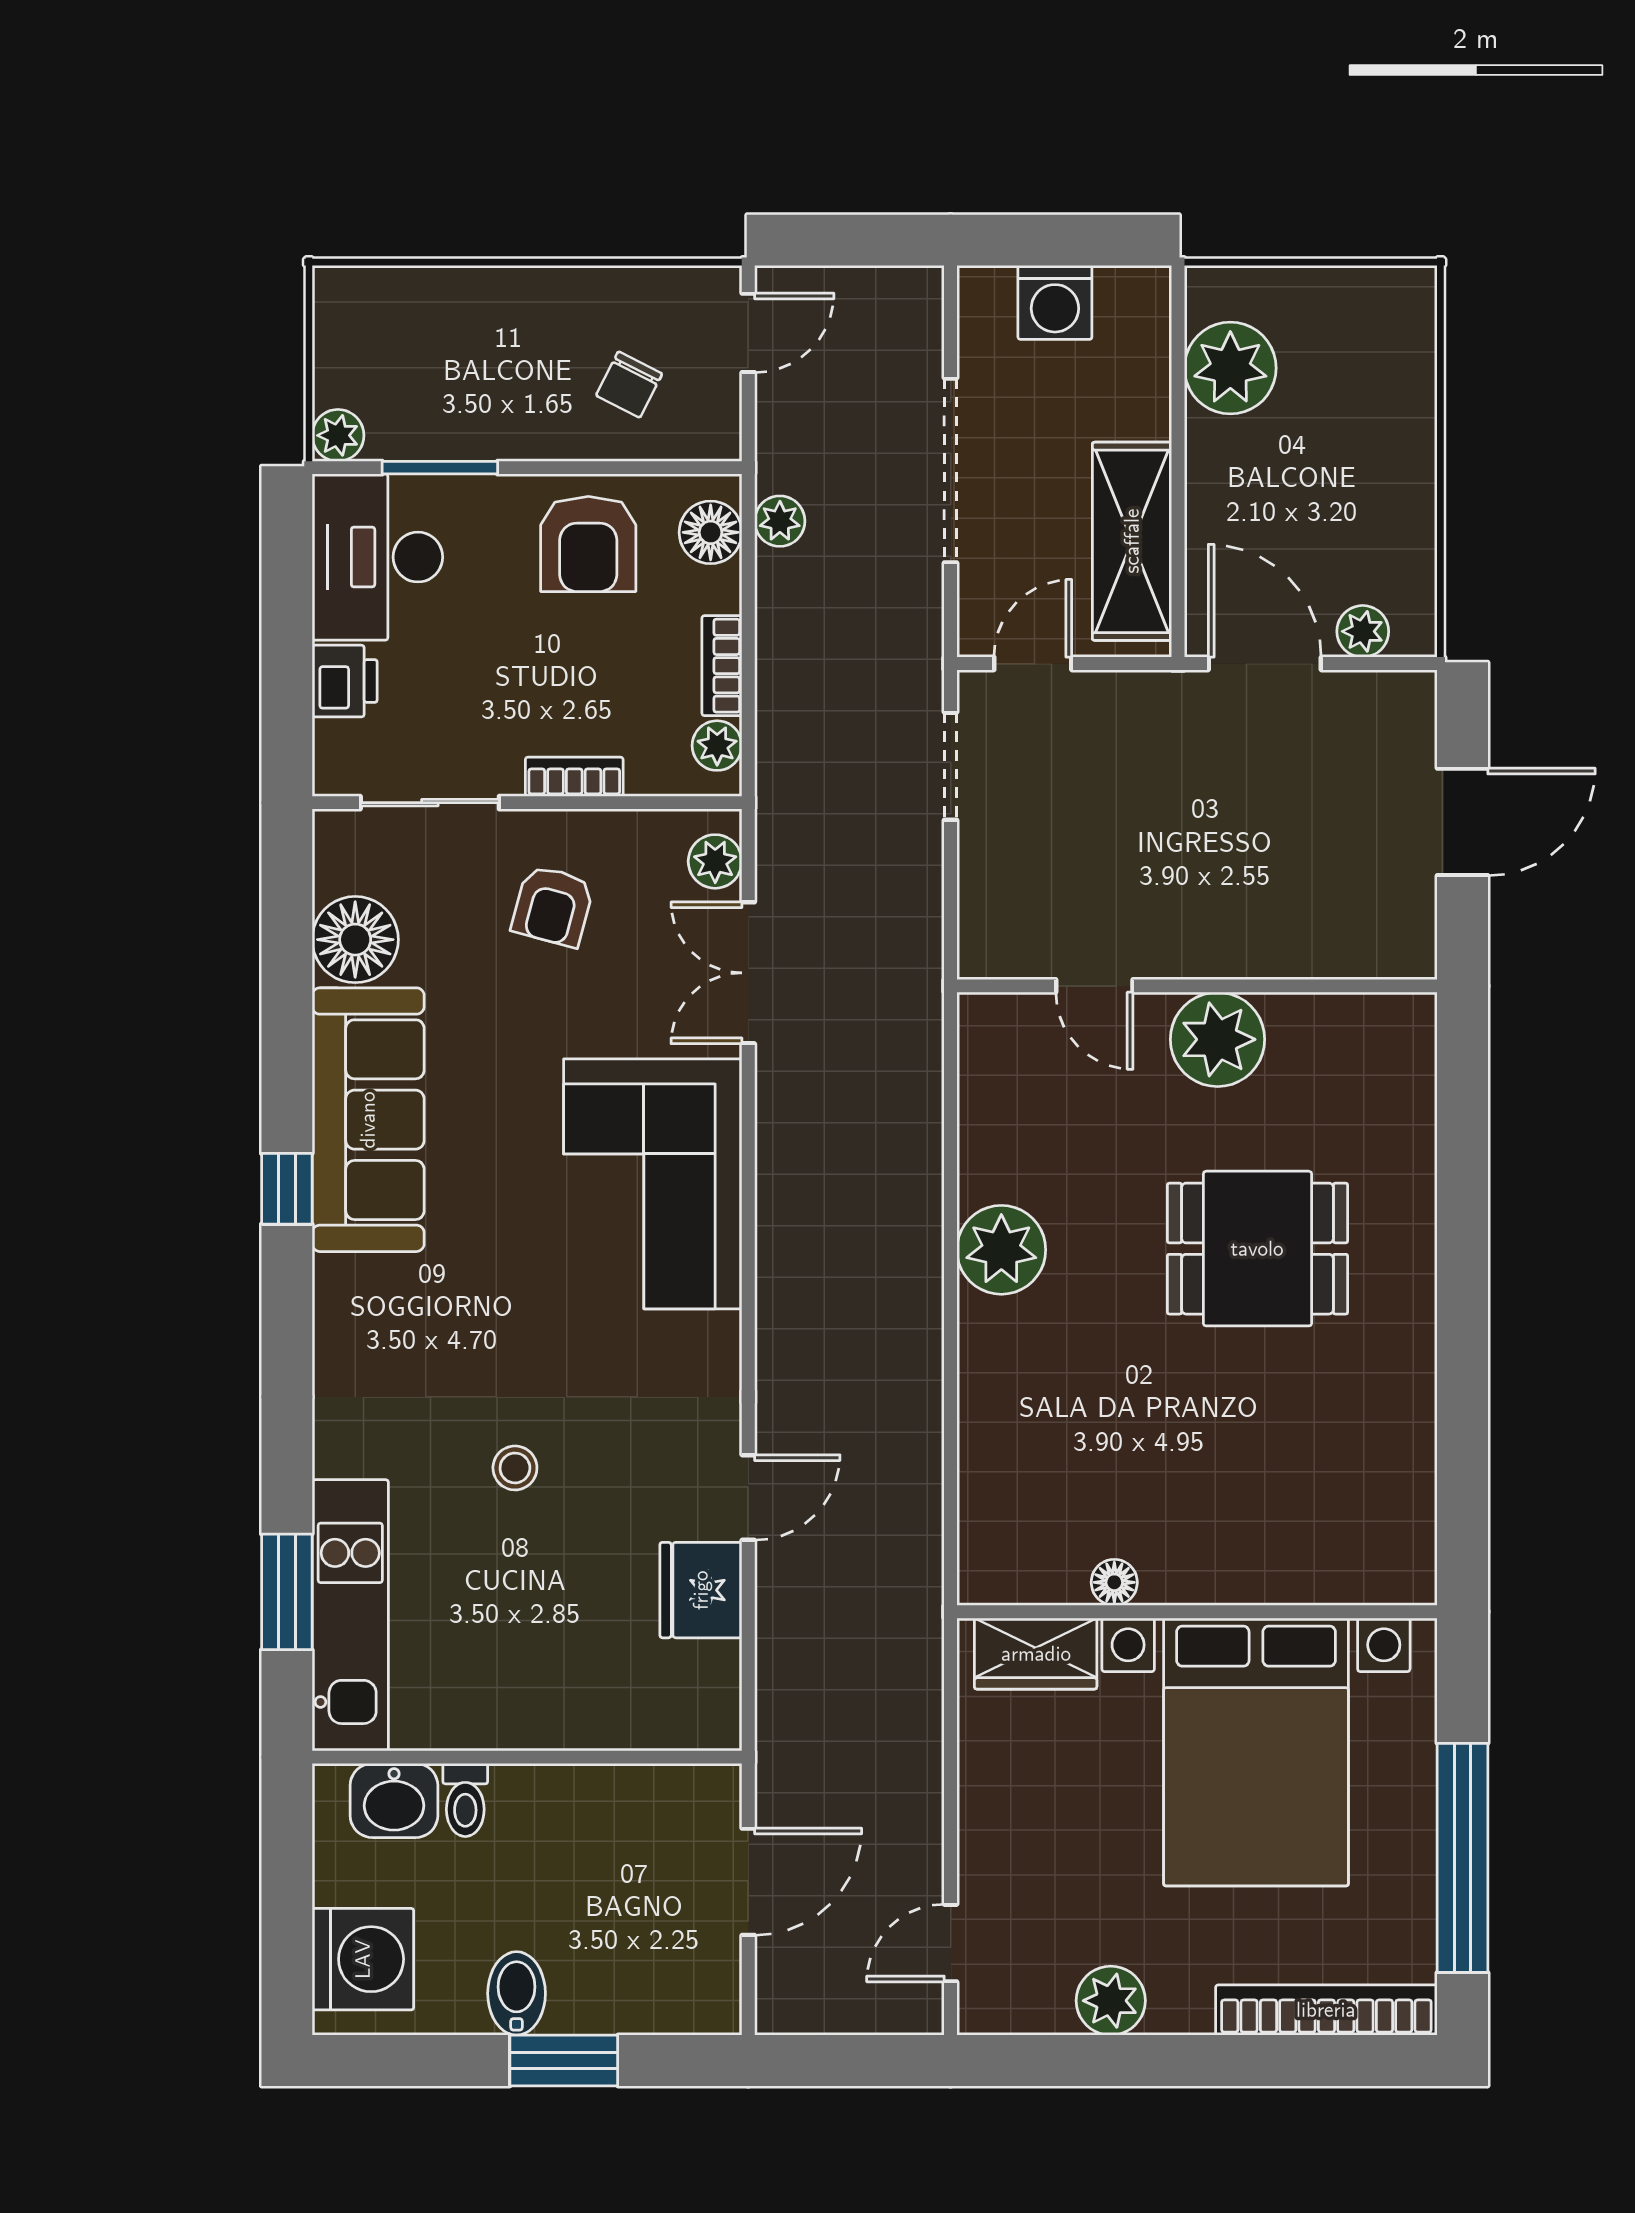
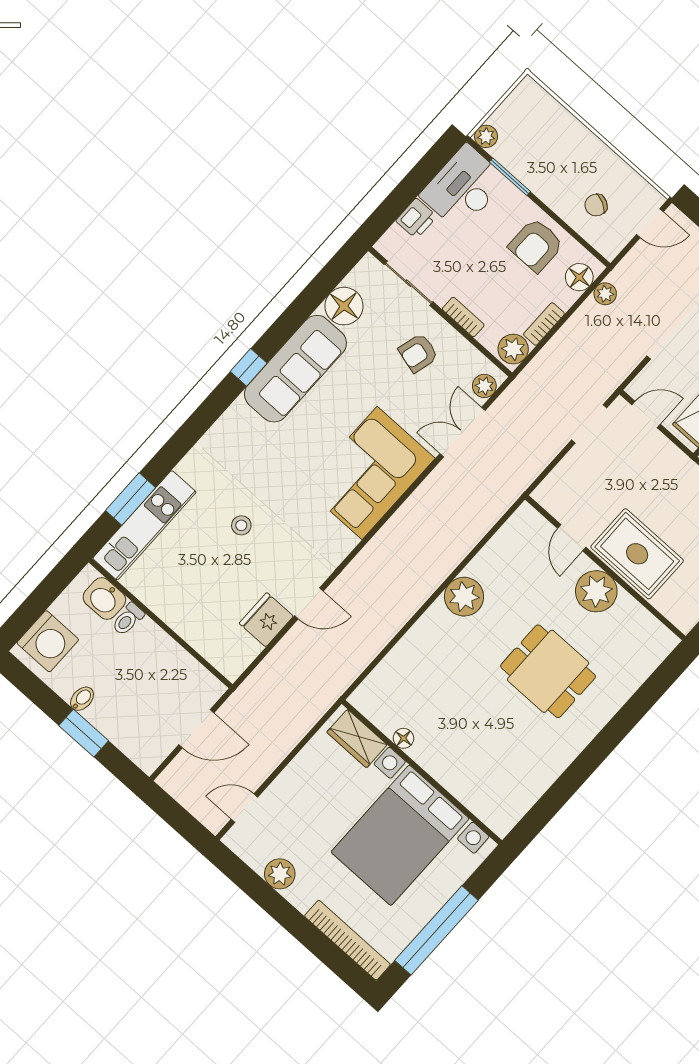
plant: (717, 746) -> (513, 349), width x1.38, depth x1.38
rug: (1230, 914) -> (637, 554), added
bidet: (517, 1993) -> (82, 699), width x0.72, depth x0.74

